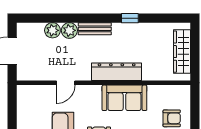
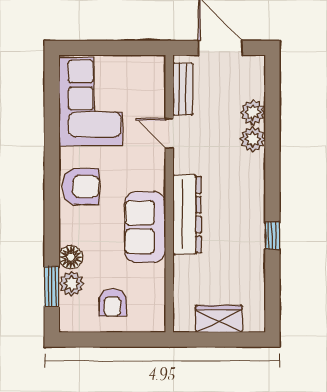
bench: (95, 29) -> (183, 89), moved
wardrobe: (182, 52) -> (219, 319), width x0.67

